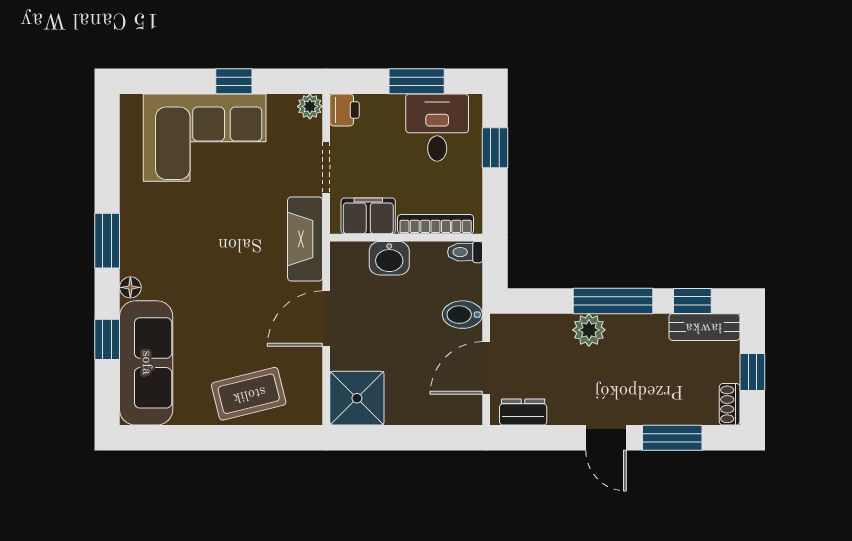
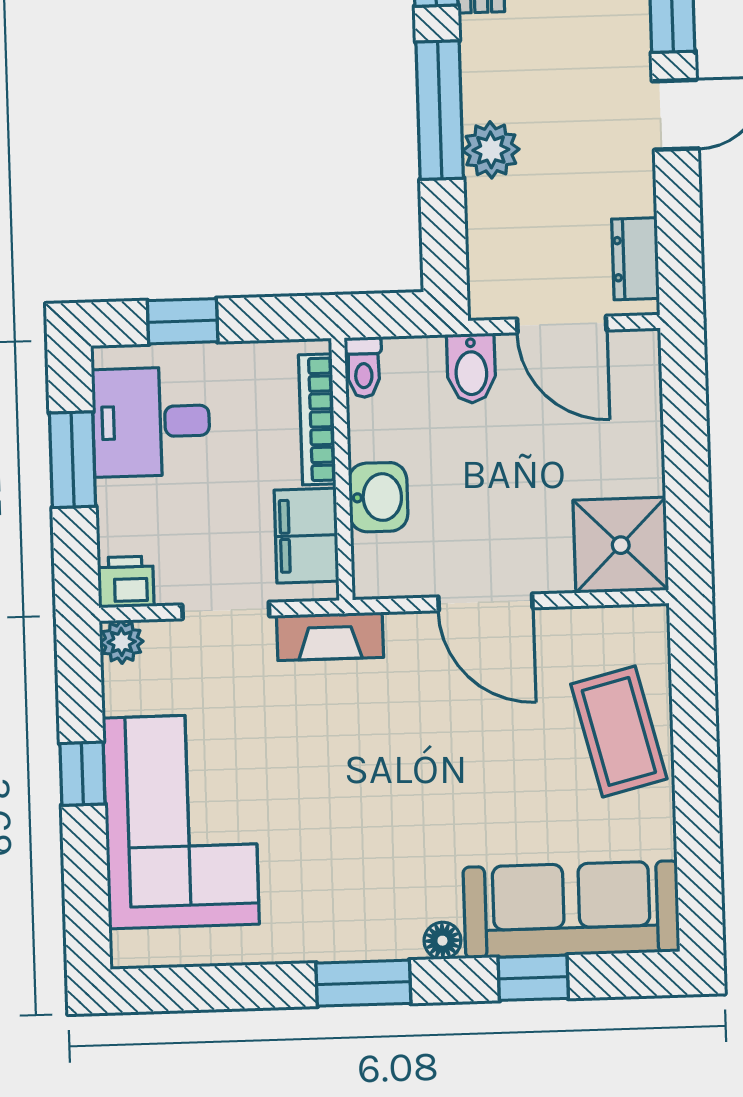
fireplace: (305, 239) -> (330, 636), width x0.73, depth x0.76

